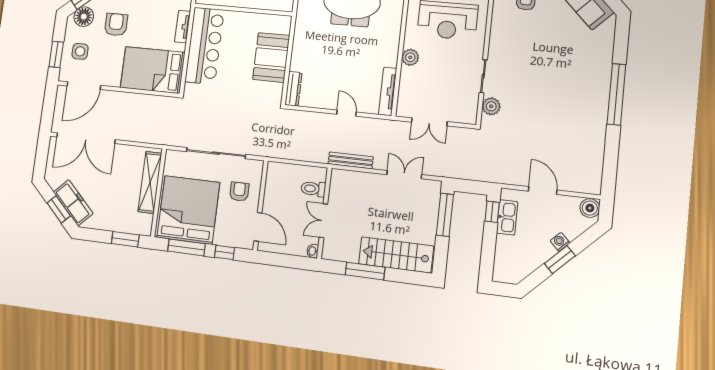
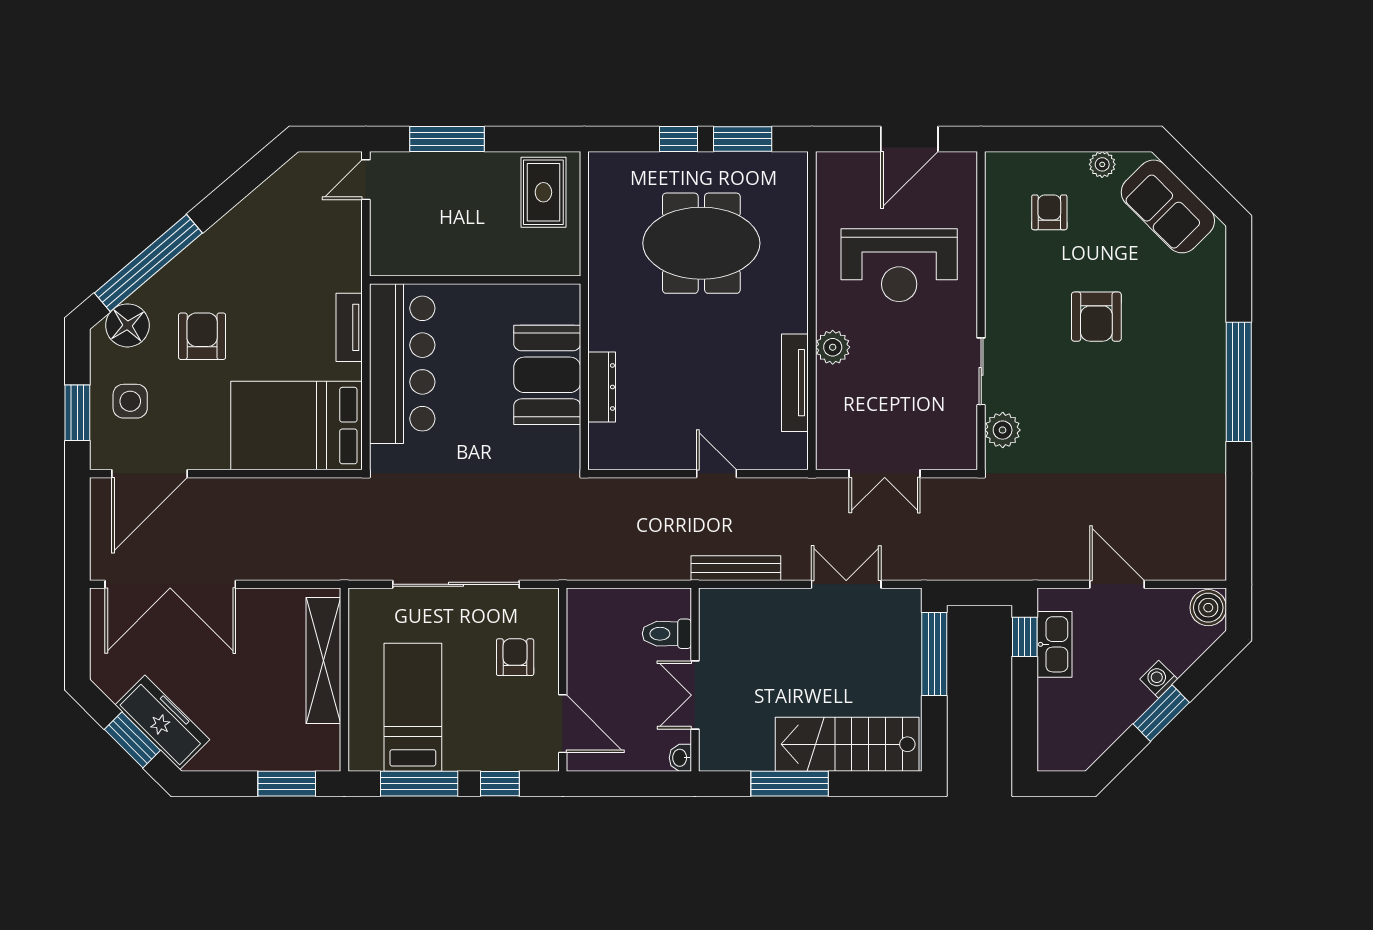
armchair: (545, 55) -> (1096, 317), added
dresser: (293, 89) -> (602, 387), moved
tv unit: (388, 91) -> (795, 383), moved
bed: (188, 210) -> (413, 707), width x0.49

